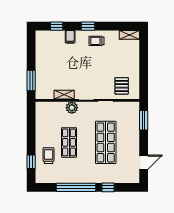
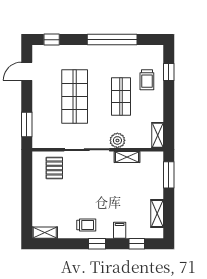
shelving: (40, 50) -> (157, 214), added
shelving: (40, 112) -> (158, 135), added
window: (108, 187) -> (52, 40), moved

